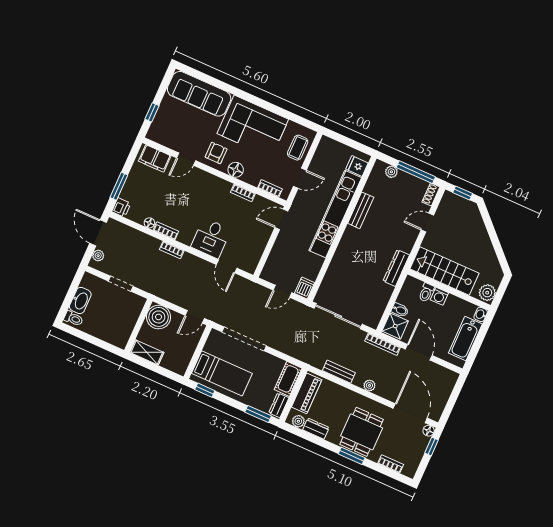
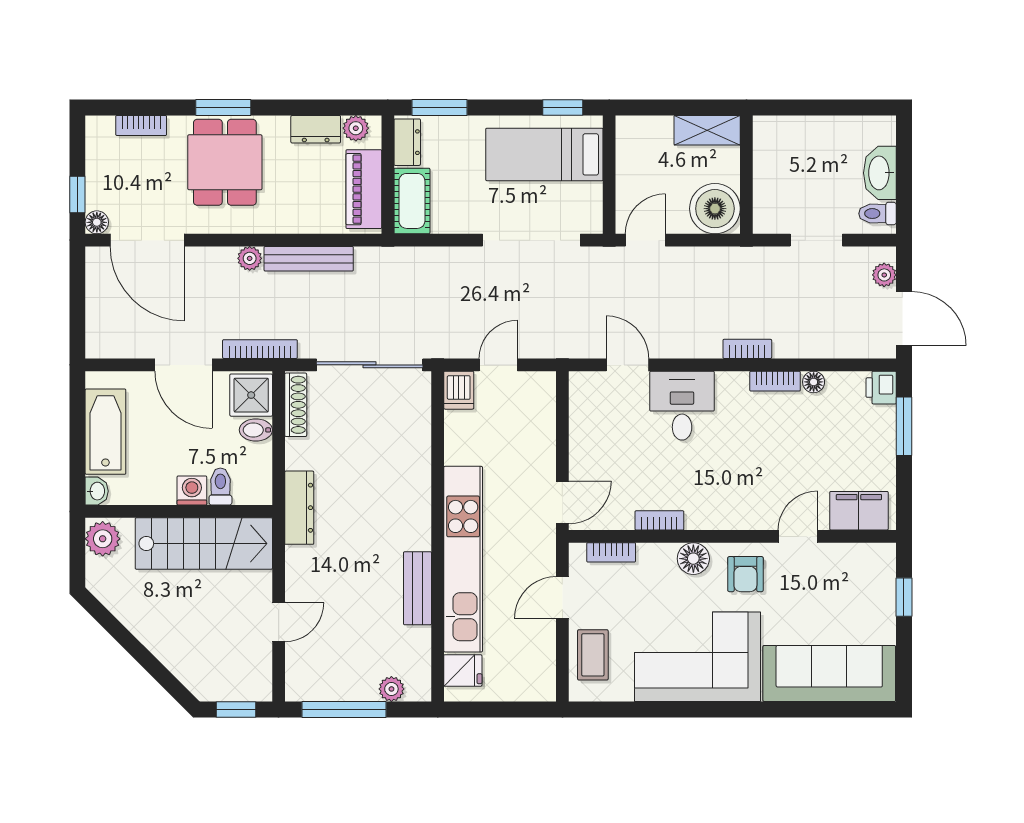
shoe rack: (431, 194) -> (296, 405), moved, width x1.43
toilet: (73, 319) -> (878, 214), moved
bench: (339, 372) -> (309, 259), width x1.36

